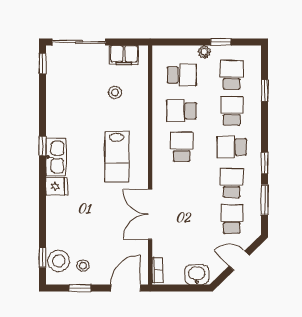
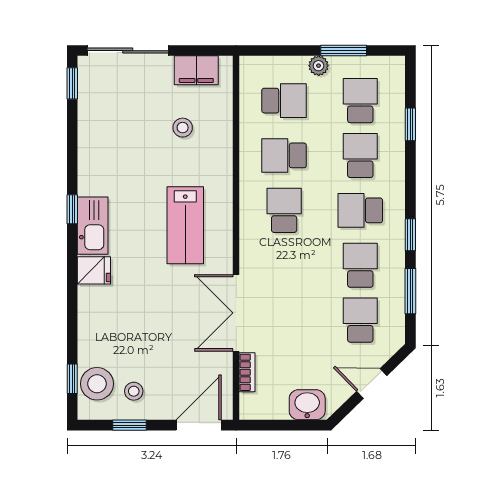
window: (221, 42) -> (344, 51), width x1.50
bookcase: (157, 270) -> (247, 372), moved

